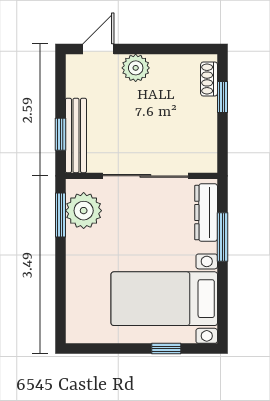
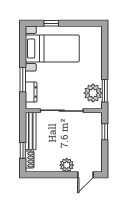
bench: (76, 135) -> (31, 131), moved
dresser: (206, 213) -> (31, 92), width x0.70

